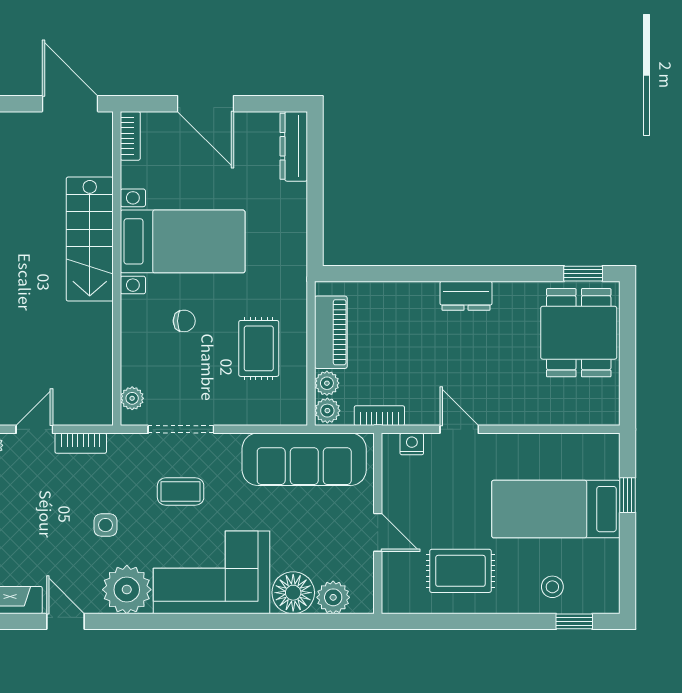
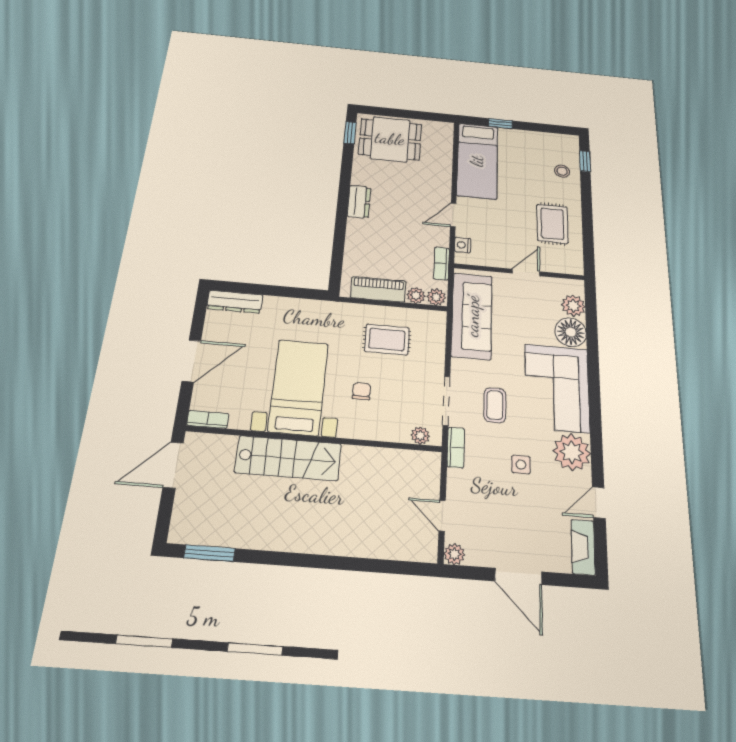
bookcase: (81, 443) -> (456, 448), moved
bed: (556, 509) -> (477, 161), moved

